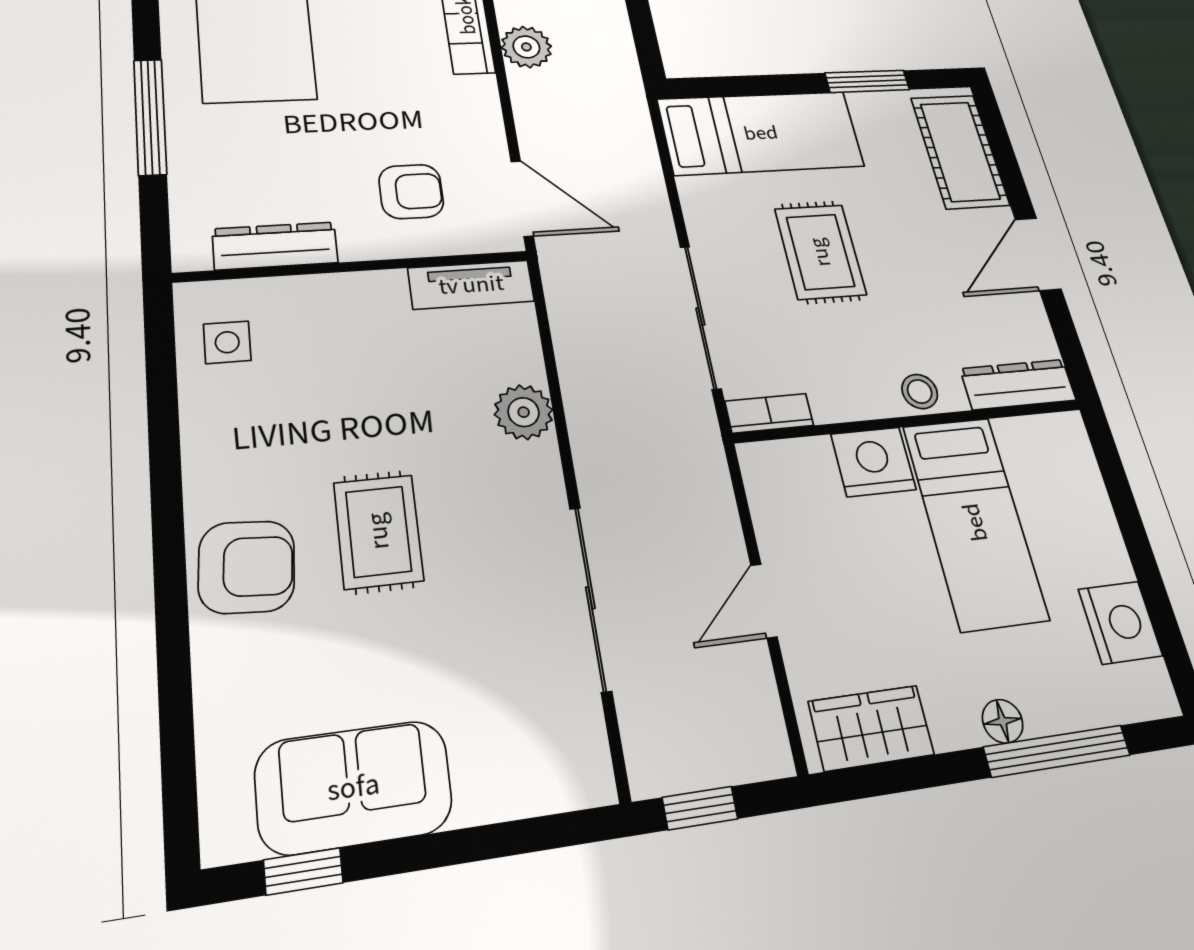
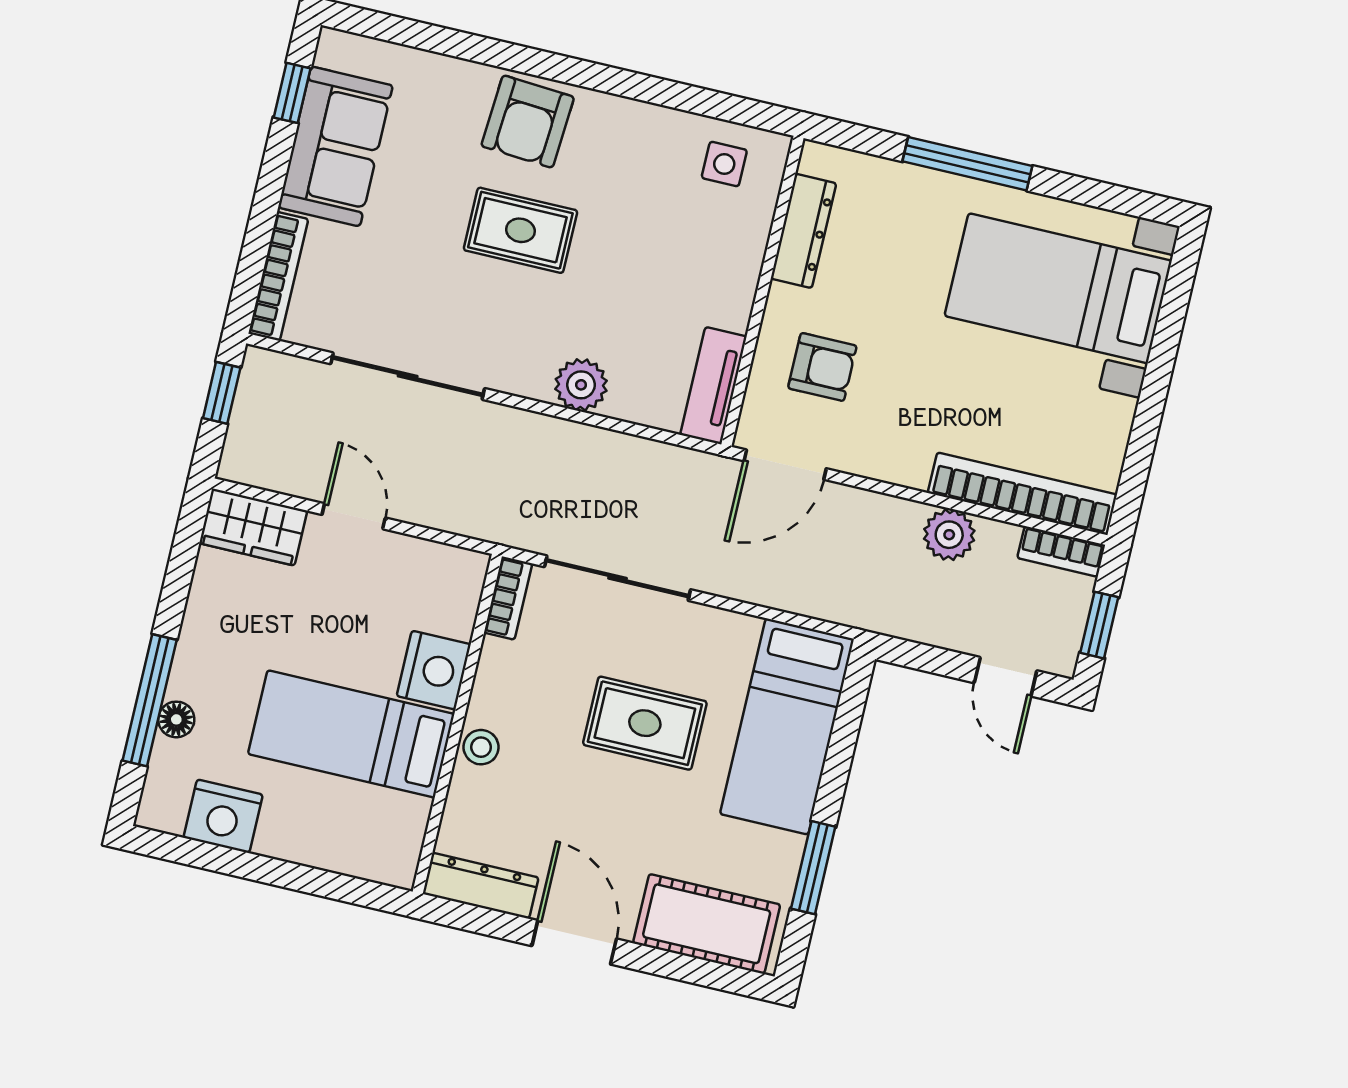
armchair: (411, 192) -> (822, 367), turned -90
dresser: (1018, 385) -> (481, 886), moved, turned -90
floor lamp: (1003, 721) -> (176, 719), moved
wardrobe: (871, 728) -> (253, 527), moved, turned 90
bookcase: (538, 795) -> (278, 276), added

